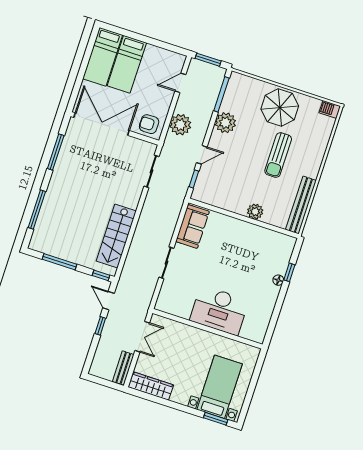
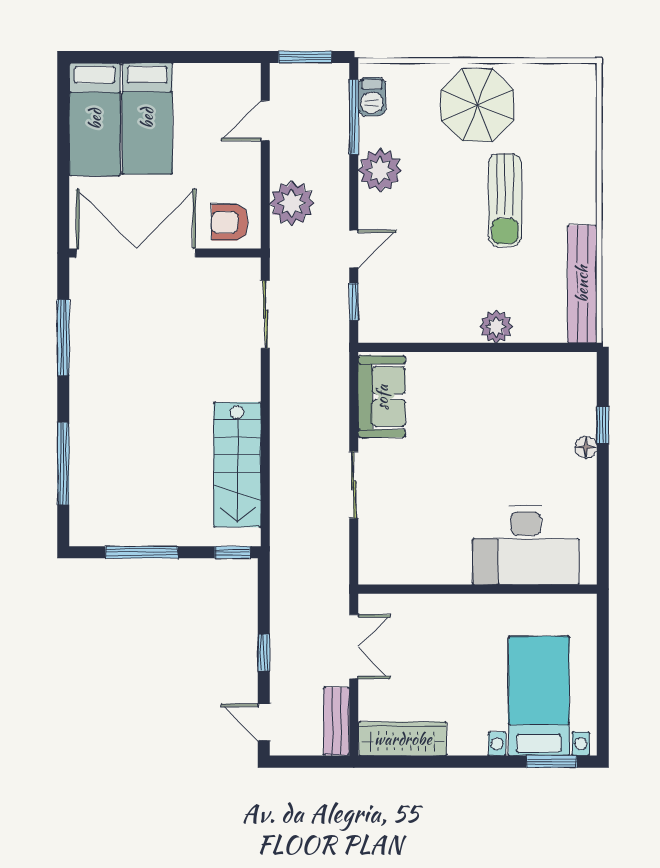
barbecue: (330, 109) -> (372, 97), moved, turned -90
door: (109, 301) -> (264, 722), moved
desk: (219, 310) -> (526, 545), moved

